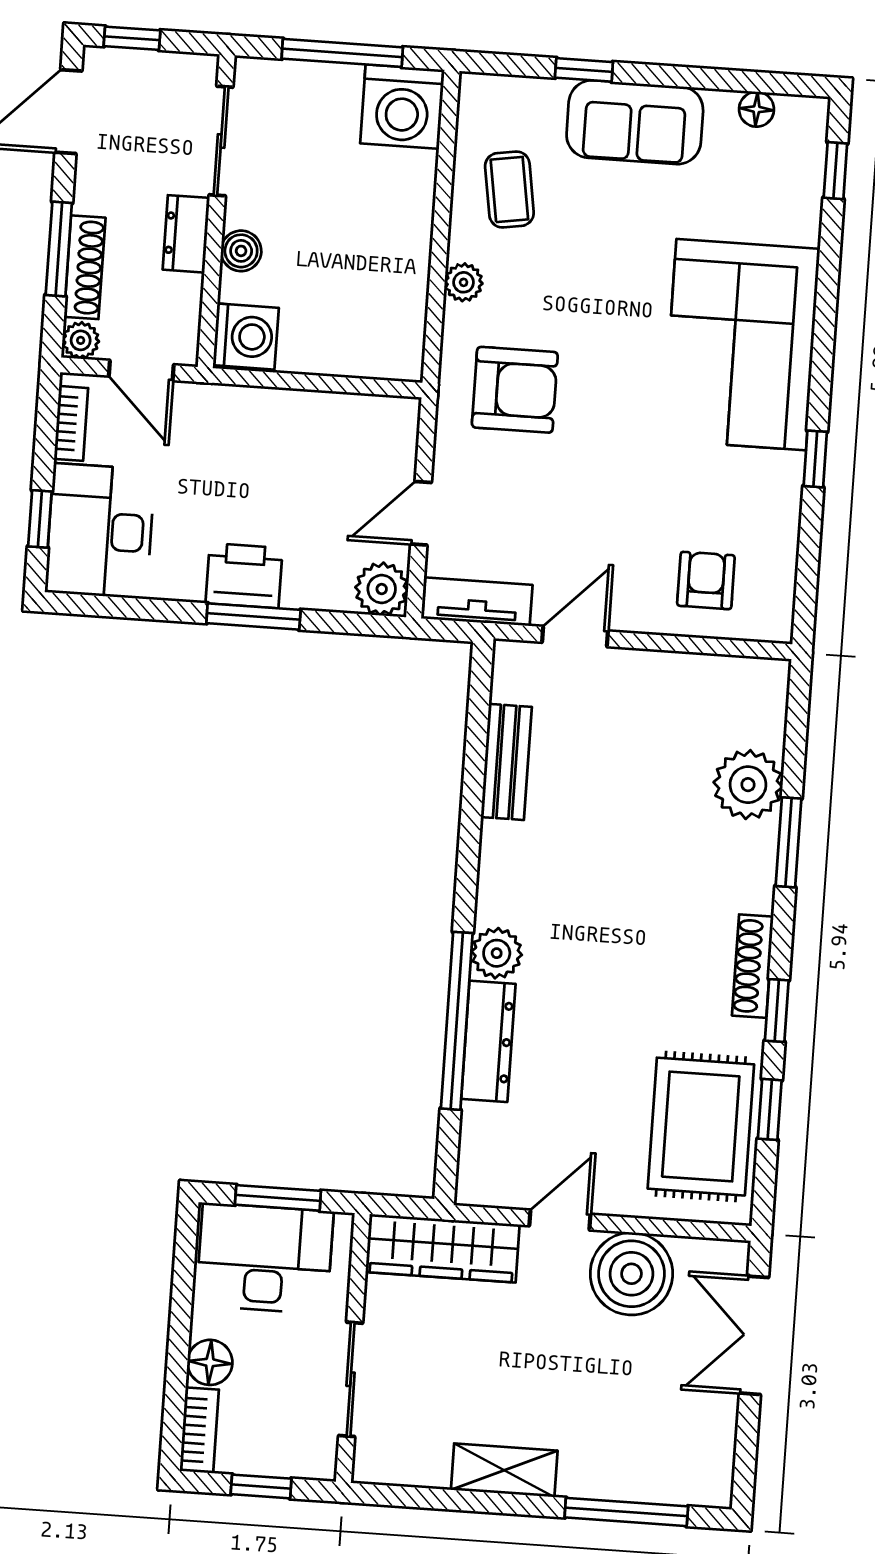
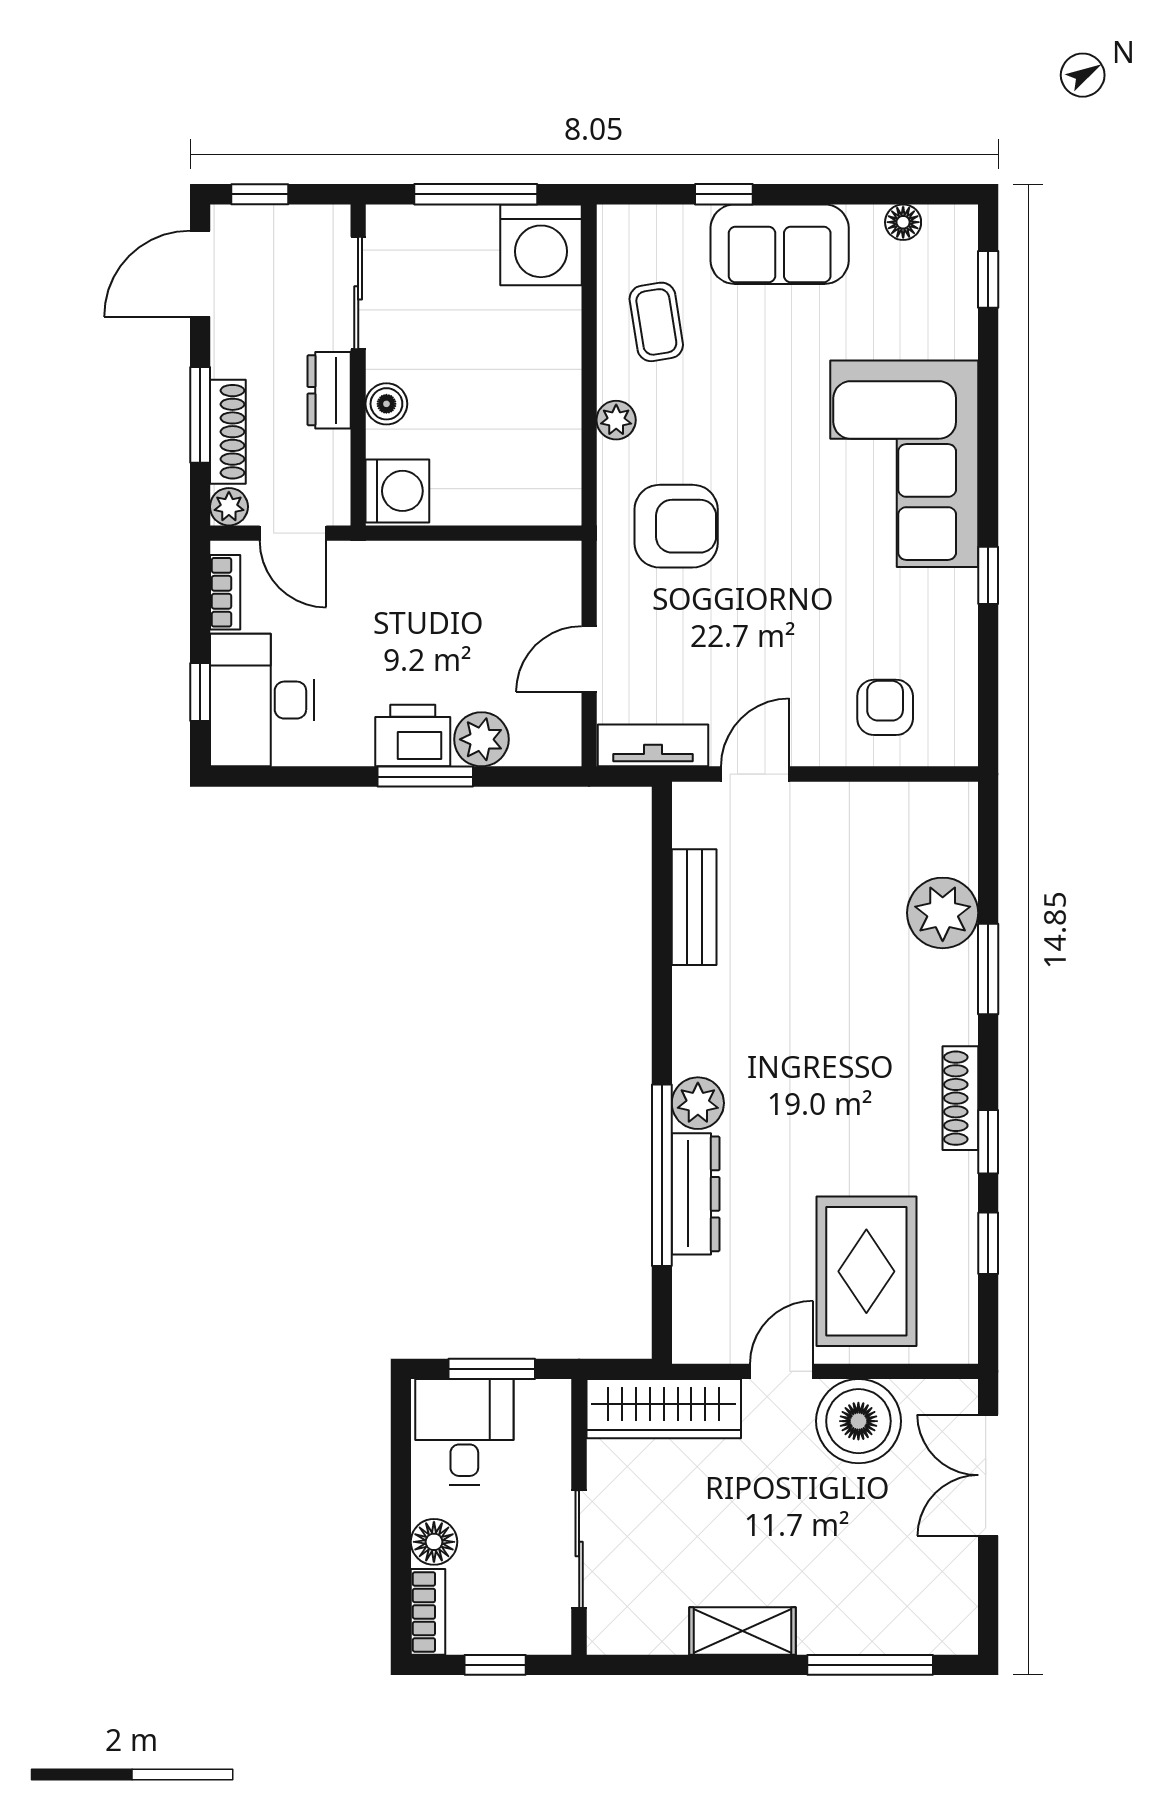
plant: (382, 589) -> (481, 739), moved
rug: (701, 1127) -> (866, 1271), moved
desk: (265, 1258) -> (464, 1432), width x0.73

